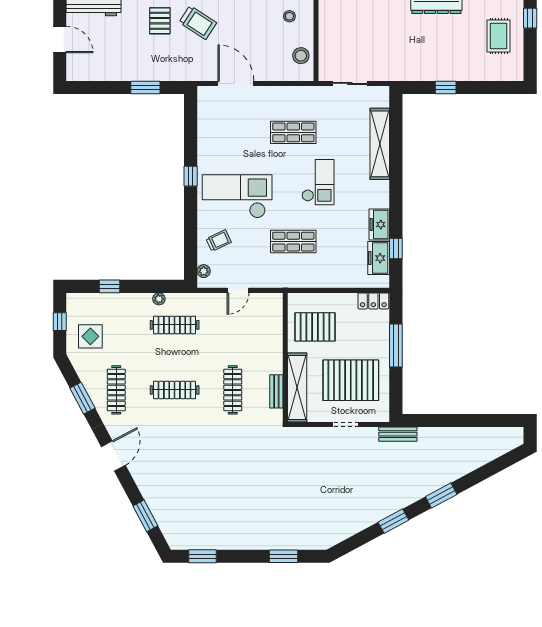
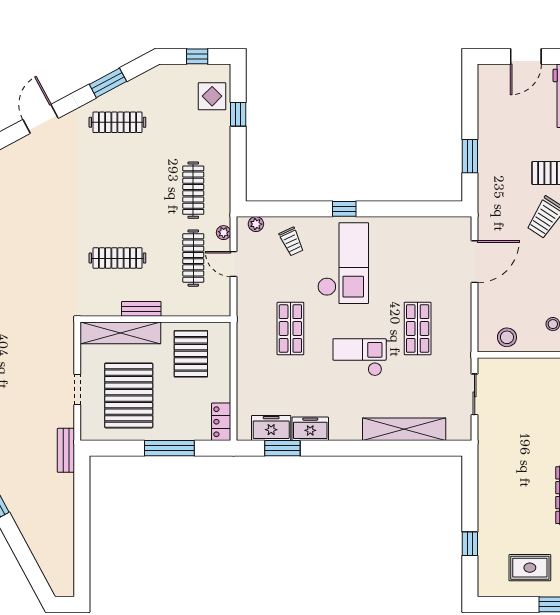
window: (446, 88) -> (470, 544), moved
window: (191, 176) -> (344, 209), moved
checkout: (318, 182) -> (360, 357), turned 180
window: (396, 248) -> (282, 448), width x1.50
plant: (159, 299) -> (224, 233), moved
display table: (90, 336) -> (212, 96), moved
clothes rail: (175, 390) -> (193, 258), moved
bench: (276, 391) -> (141, 309), moved
door: (113, 456) -> (41, 119), swing flipped

